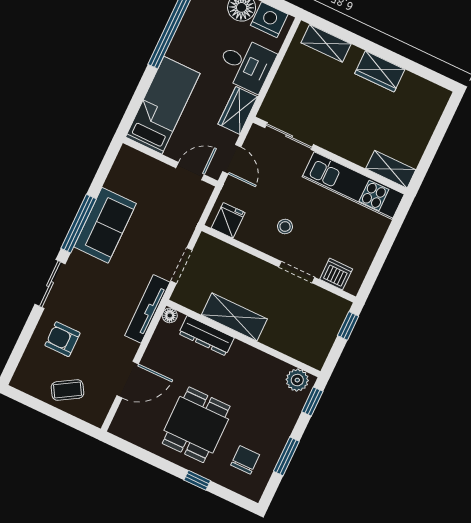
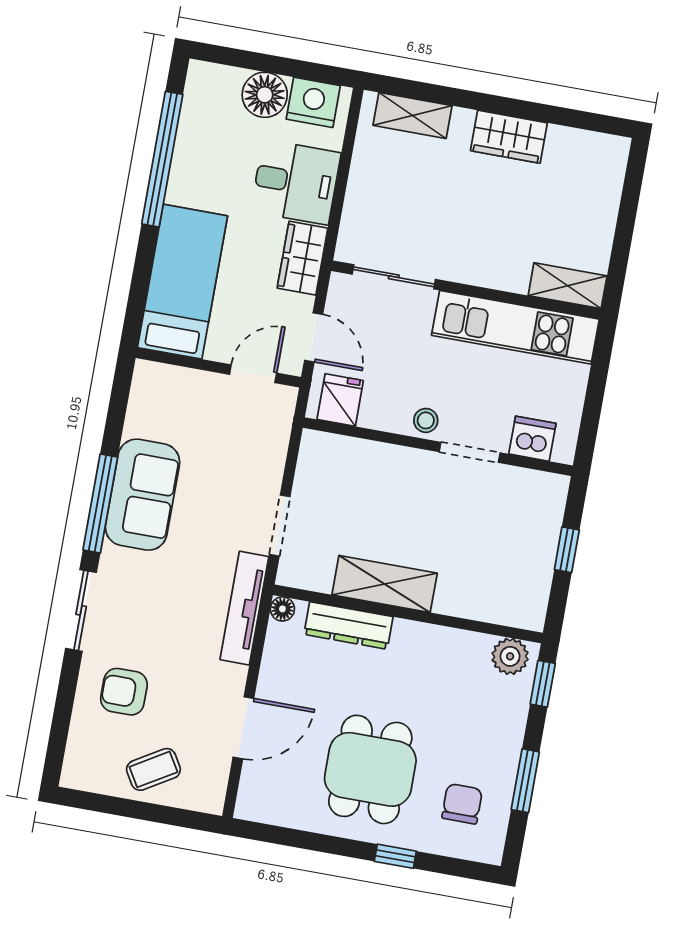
fridge: (228, 220) -> (340, 400), moved
wall: (279, 264) -> (438, 447), moved
doorway: (297, 272) -> (470, 452), moved
dishwasher: (336, 274) -> (532, 439), moved

